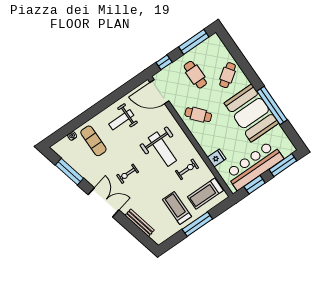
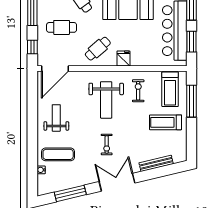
weight bench: (121, 120) -> (56, 118), turned 180
weight bench: (162, 149) -> (106, 100), turned 90
fridge: (217, 158) -> (123, 59), moved
window: (197, 224) -> (191, 101), moved

